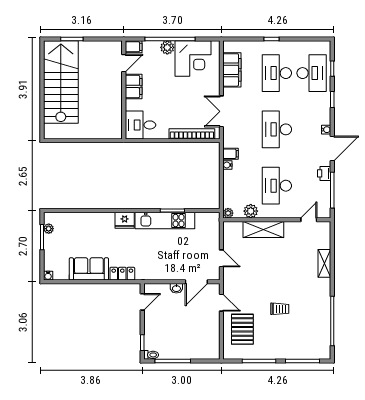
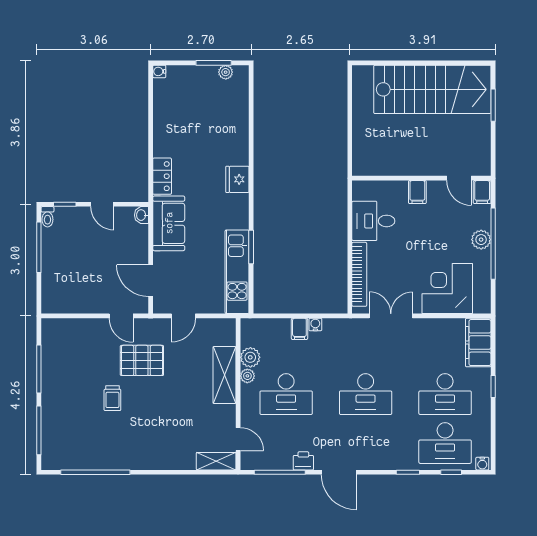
corner desk: (193, 58) -> (447, 289), moved, turned 90
filing cabinet: (232, 70) -> (478, 343), moved, turned 90
desk: (277, 73) -> (445, 394), turned 180
filing cabinet: (134, 86) -> (417, 192), width x0.50
desk: (140, 125) -> (373, 221), moved, turned -90
desk: (277, 129) -> (366, 394), turned 180
water cooler: (326, 130) -> (482, 464), moved
filing cabinet: (231, 154) -> (299, 329), moved
desk: (277, 186) -> (286, 394), turned 180
plant: (228, 213) -> (247, 376), moved
kitchen unit: (165, 220) -> (237, 272), moved
shelving: (324, 263) -> (216, 461), moved
sofa: (89, 269) -> (169, 223), moved
washbasin: (176, 288) -> (141, 215), moved
door: (142, 302) -> (102, 204), moved
door: (221, 303) -> (121, 316), hinge flipped
pallet: (242, 329) -> (142, 360), moved

